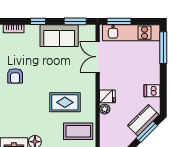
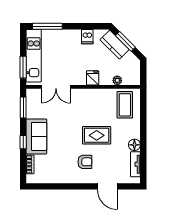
sofa: (59, 36) -> (36, 136), moved
armchair: (15, 76) -> (85, 162), moved
rug: (65, 102) -> (97, 135), moved, turned 90
plant: (105, 109) -> (117, 80), moved

